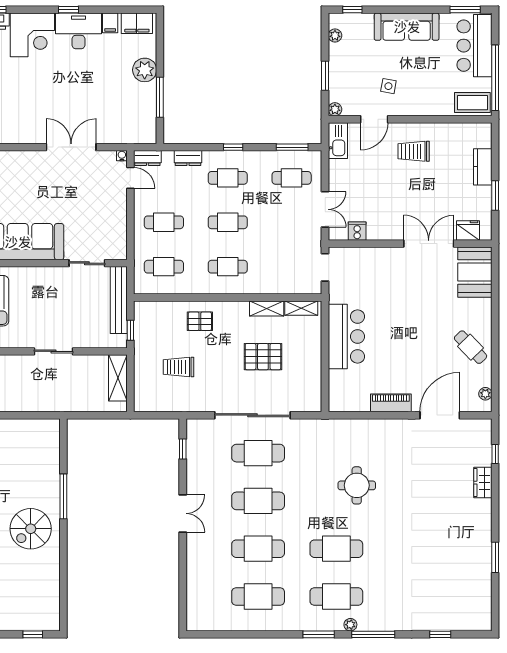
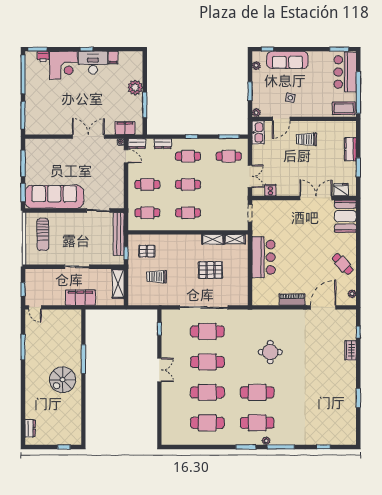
filing cabinet: (137, 23) -> (125, 128), moved, turned 180
sofa: (407, 27) -> (287, 60), moved
pallet: (200, 321) -> (147, 251), moved
filing cabinet: (59, 400) -> (80, 298), added

